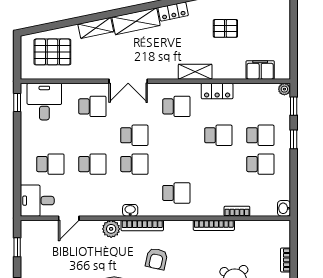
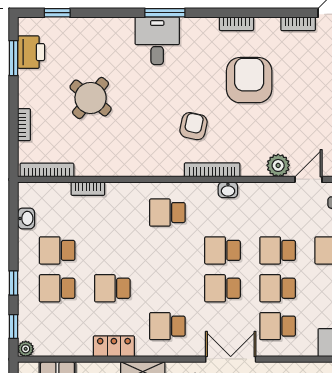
school desk: (92, 135) -> (278, 288), added
washbasin: (284, 208) -> (26, 218), moved
bookcase: (214, 225) -> (47, 170), moved
plant: (111, 229) -> (278, 165), moved

